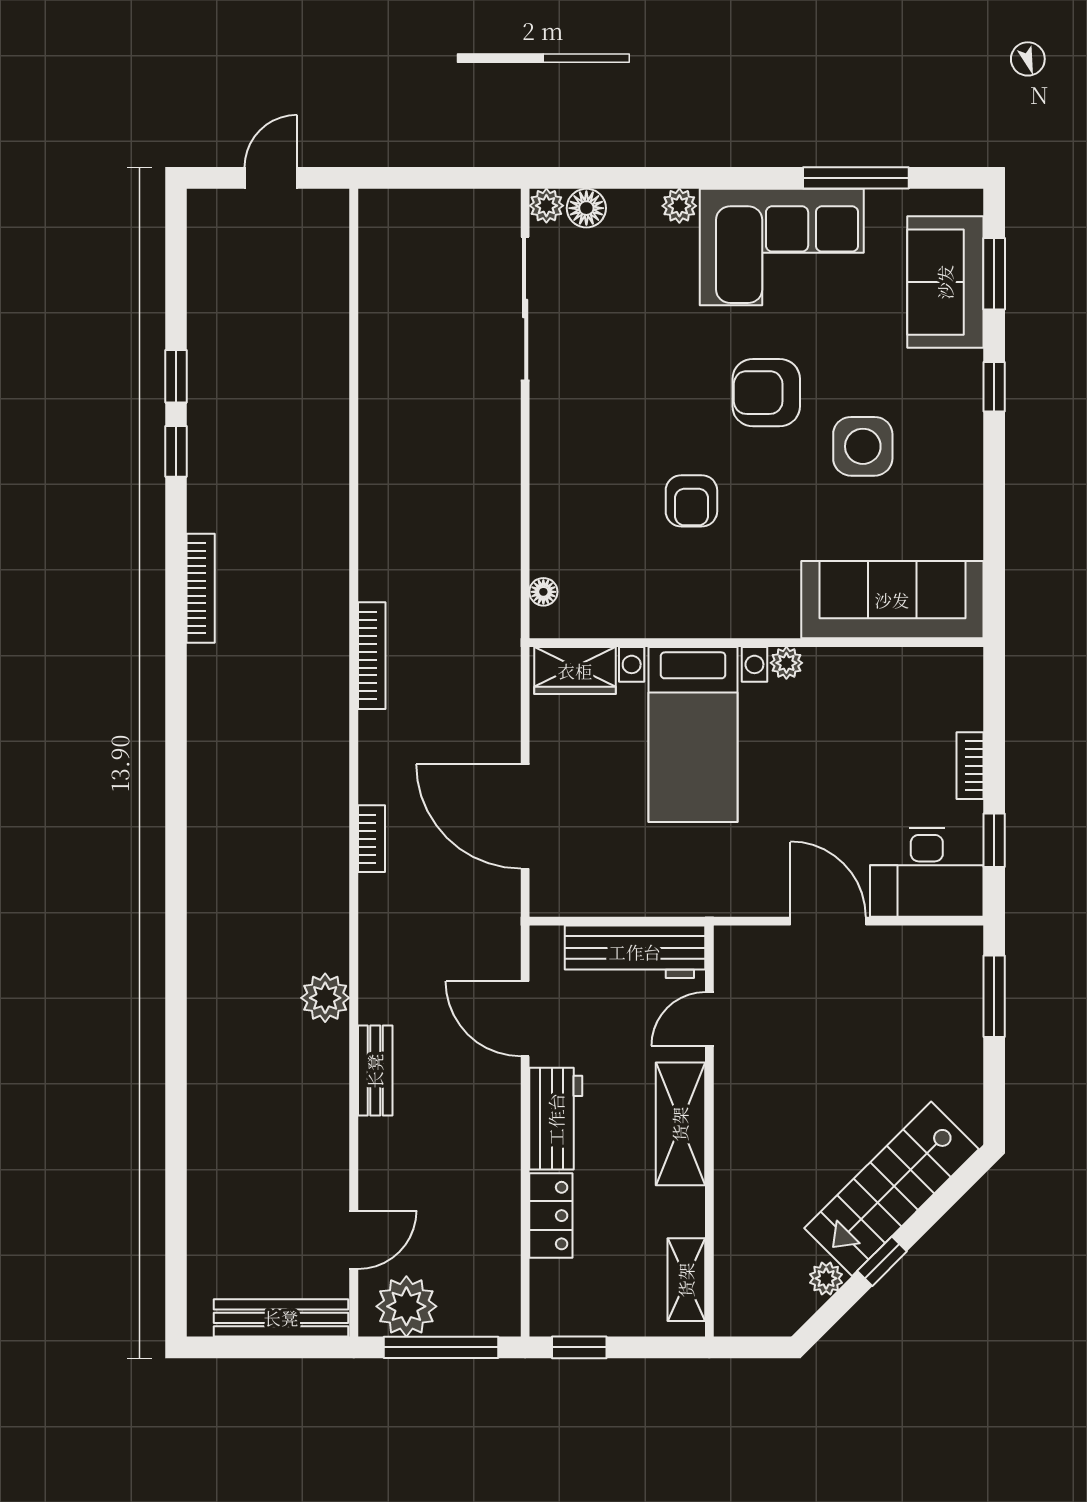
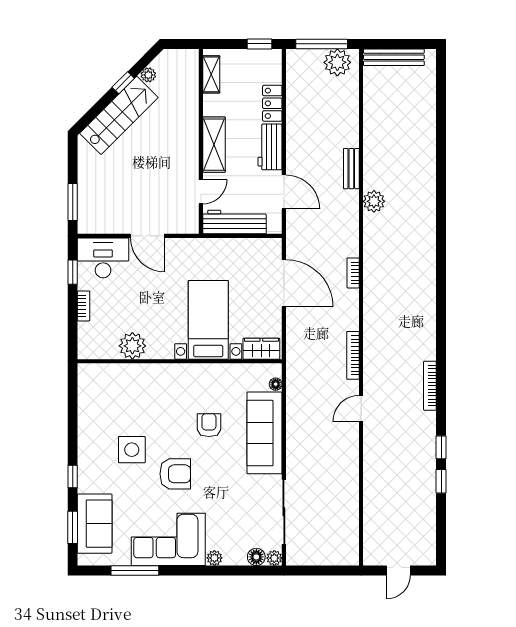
sofa: (892, 600) -> (265, 433), moved, turned 90
plant: (786, 663) -> (132, 346), moved, width x1.88, depth x1.88
door: (354, 1240) -> (361, 409), moved

